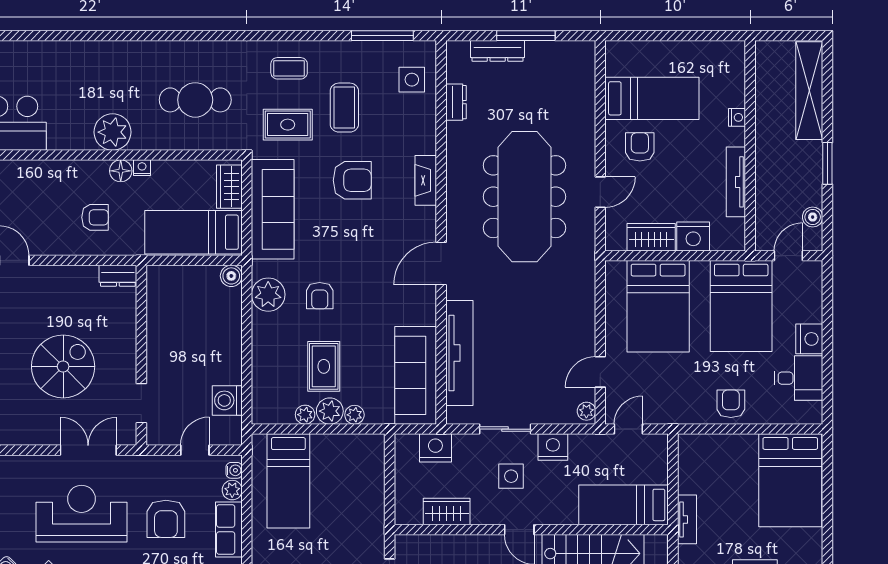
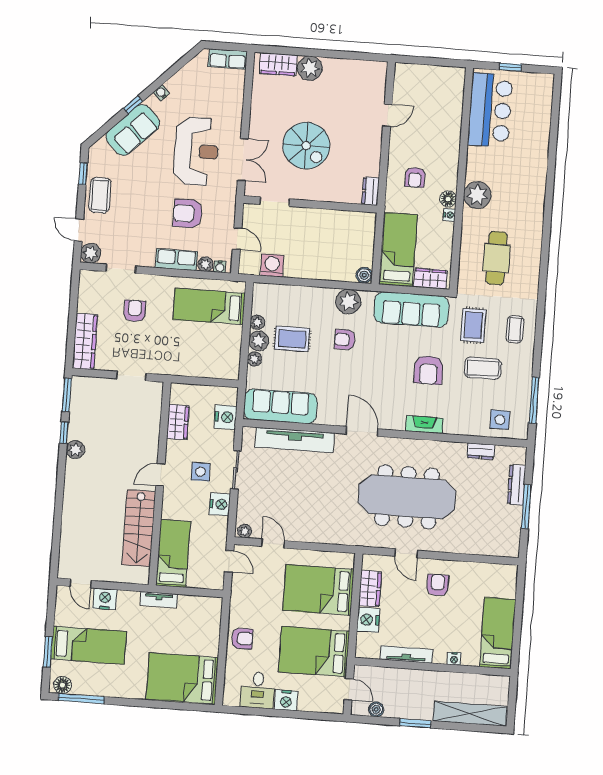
bed: (652, 98) -> (498, 633), moved, turned 180
armchair: (640, 147) -> (438, 585), turned -90

